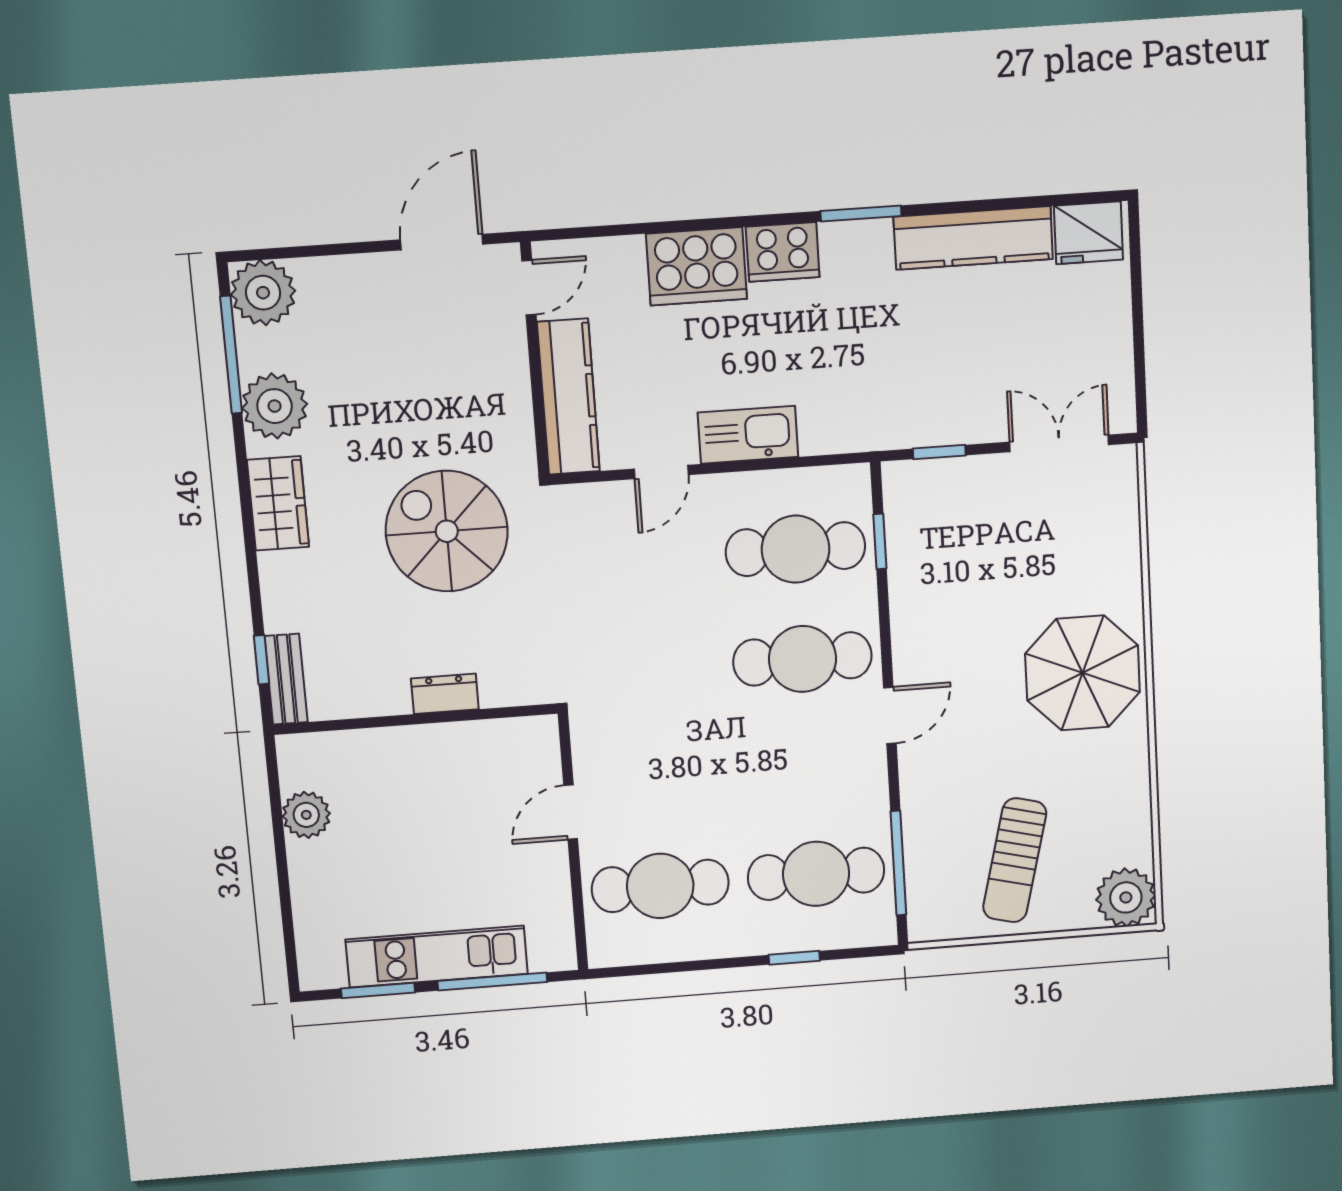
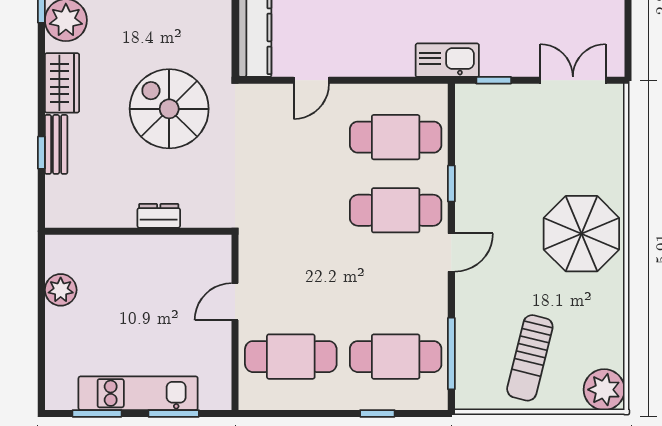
kitchen sink: (748, 435) -> (447, 60), moved
window: (880, 541) -> (451, 184), moved
window: (261, 660) -> (41, 153), moved
bench: (286, 679) -> (56, 144), moved
window: (492, 982) -> (174, 413), width x0.69

